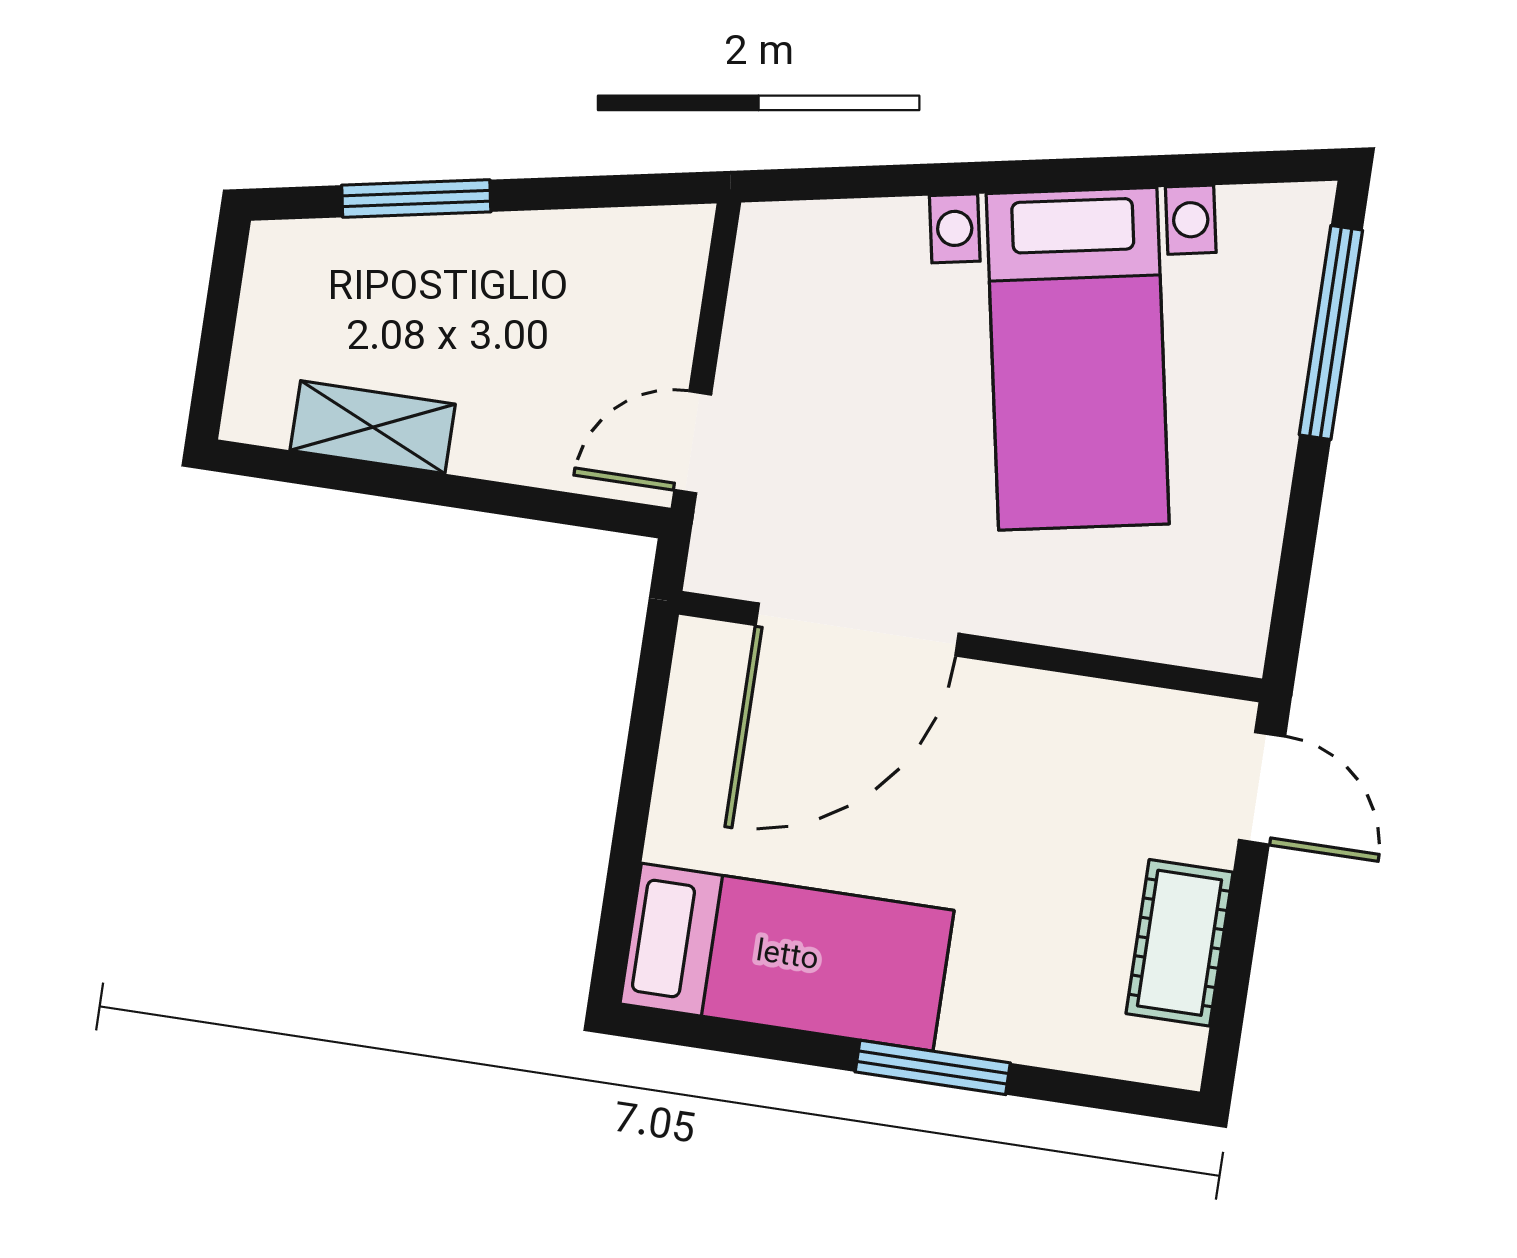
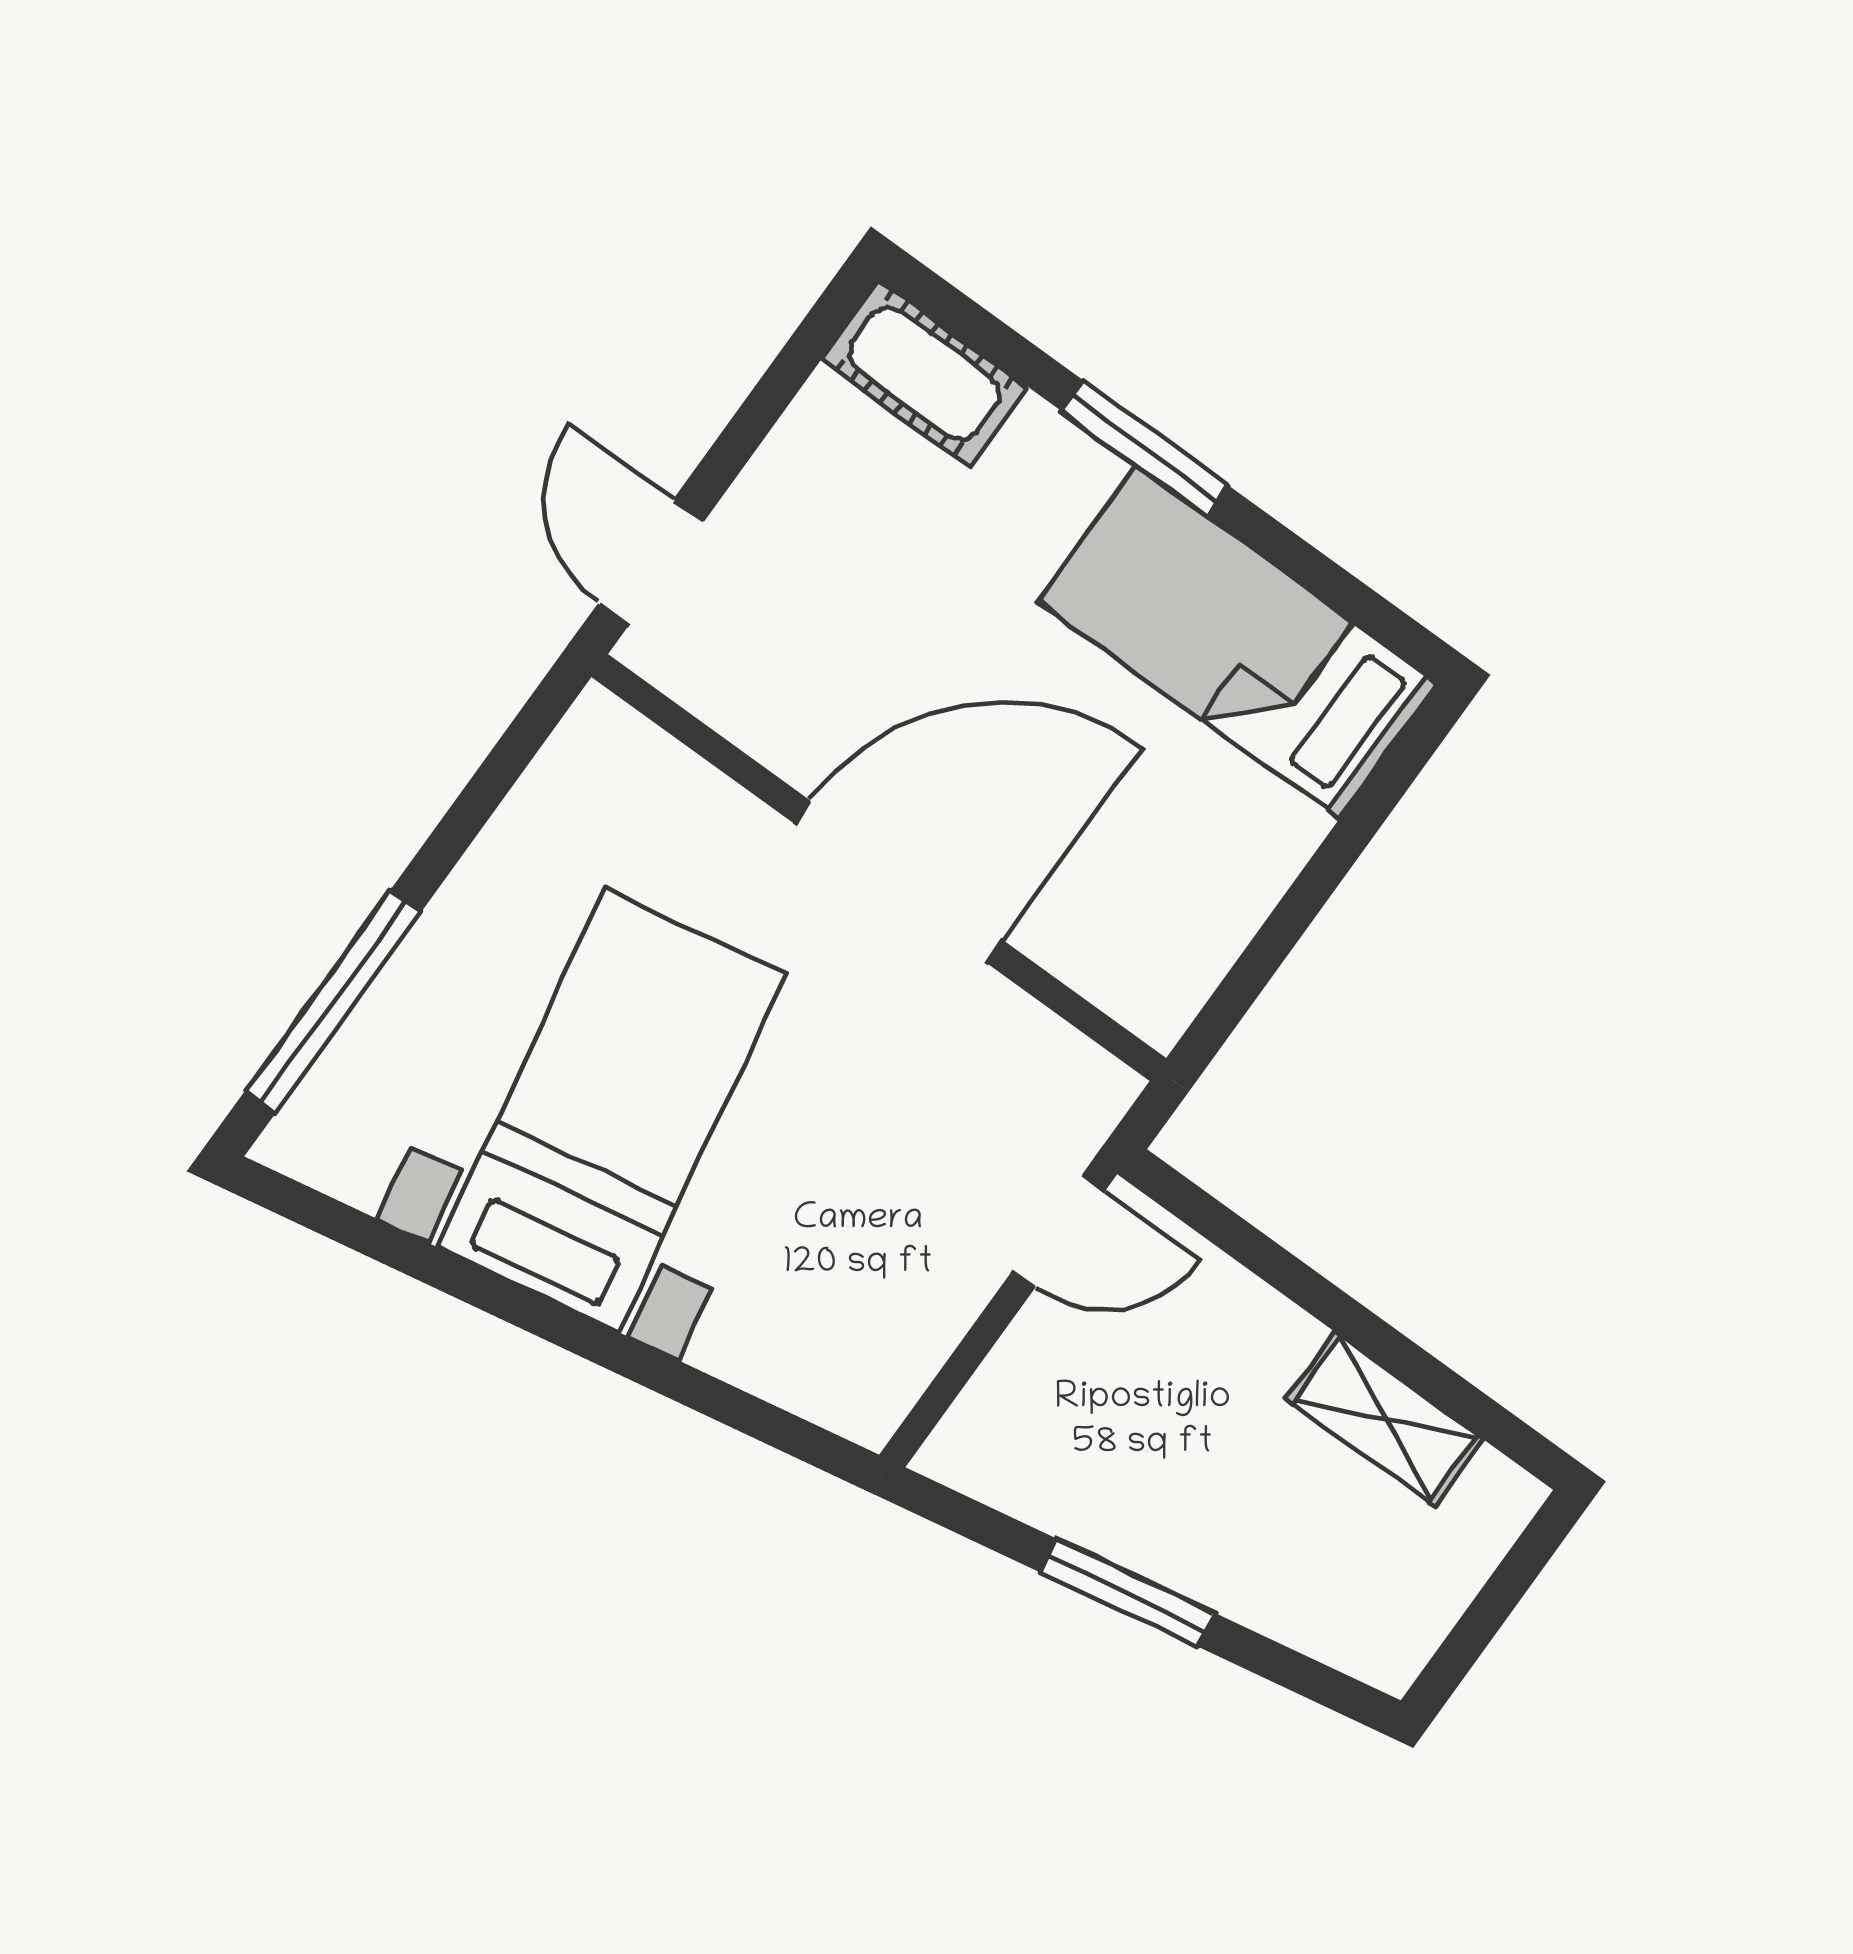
window: (416, 198) -> (1127, 1592), moved
door: (857, 629) -> (899, 882), moved
cot: (1179, 943) -> (924, 373), moved, turned 90

